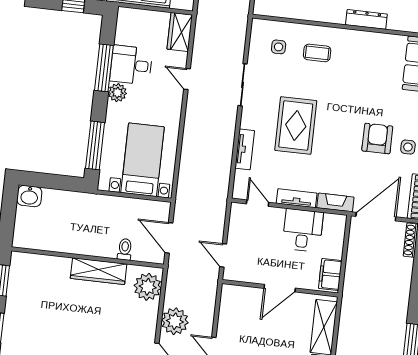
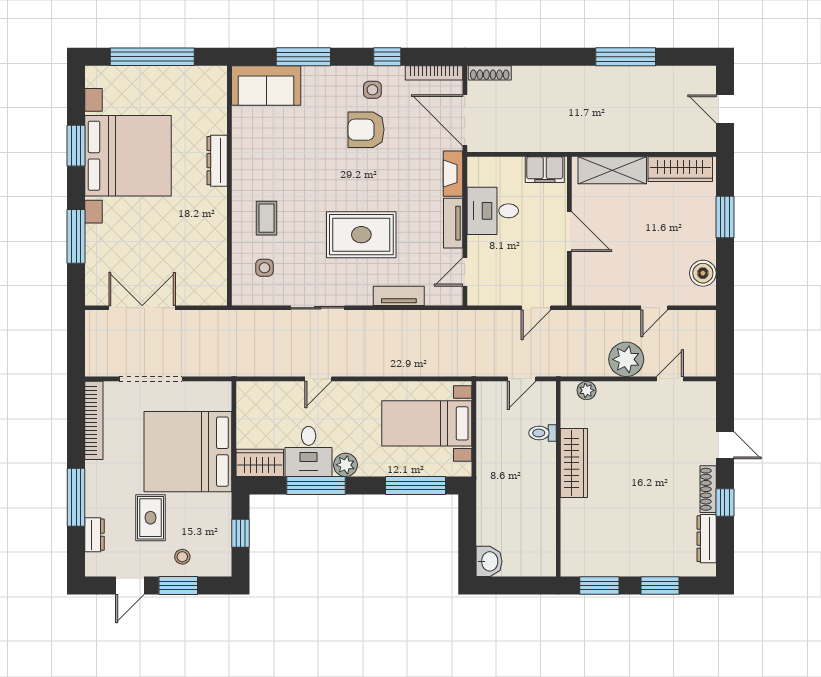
wardrobe: (180, 32) -> (260, 463), moved, turned 180
door: (169, 238) -> (522, 379), width x0.73
plant: (148, 287) -> (587, 390), width x0.53, depth x0.53

